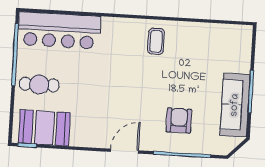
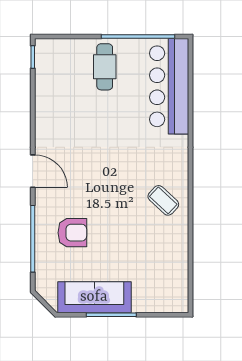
coffee table: (156, 41) -> (163, 200), turned 43
booth: (44, 128) -> (54, 76), removed

